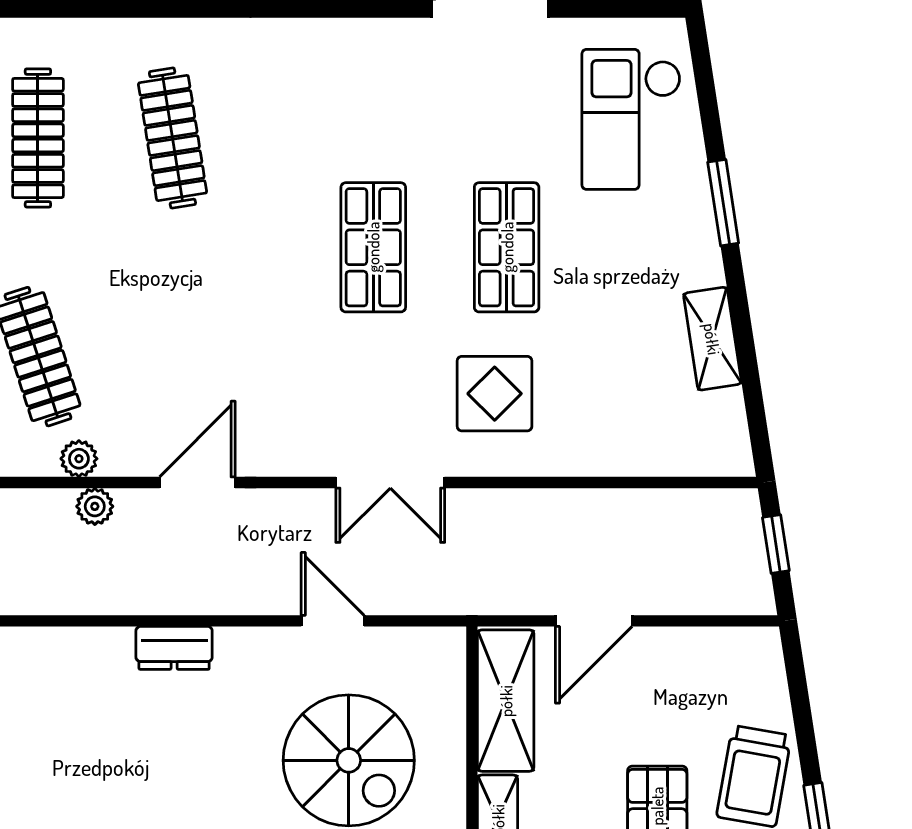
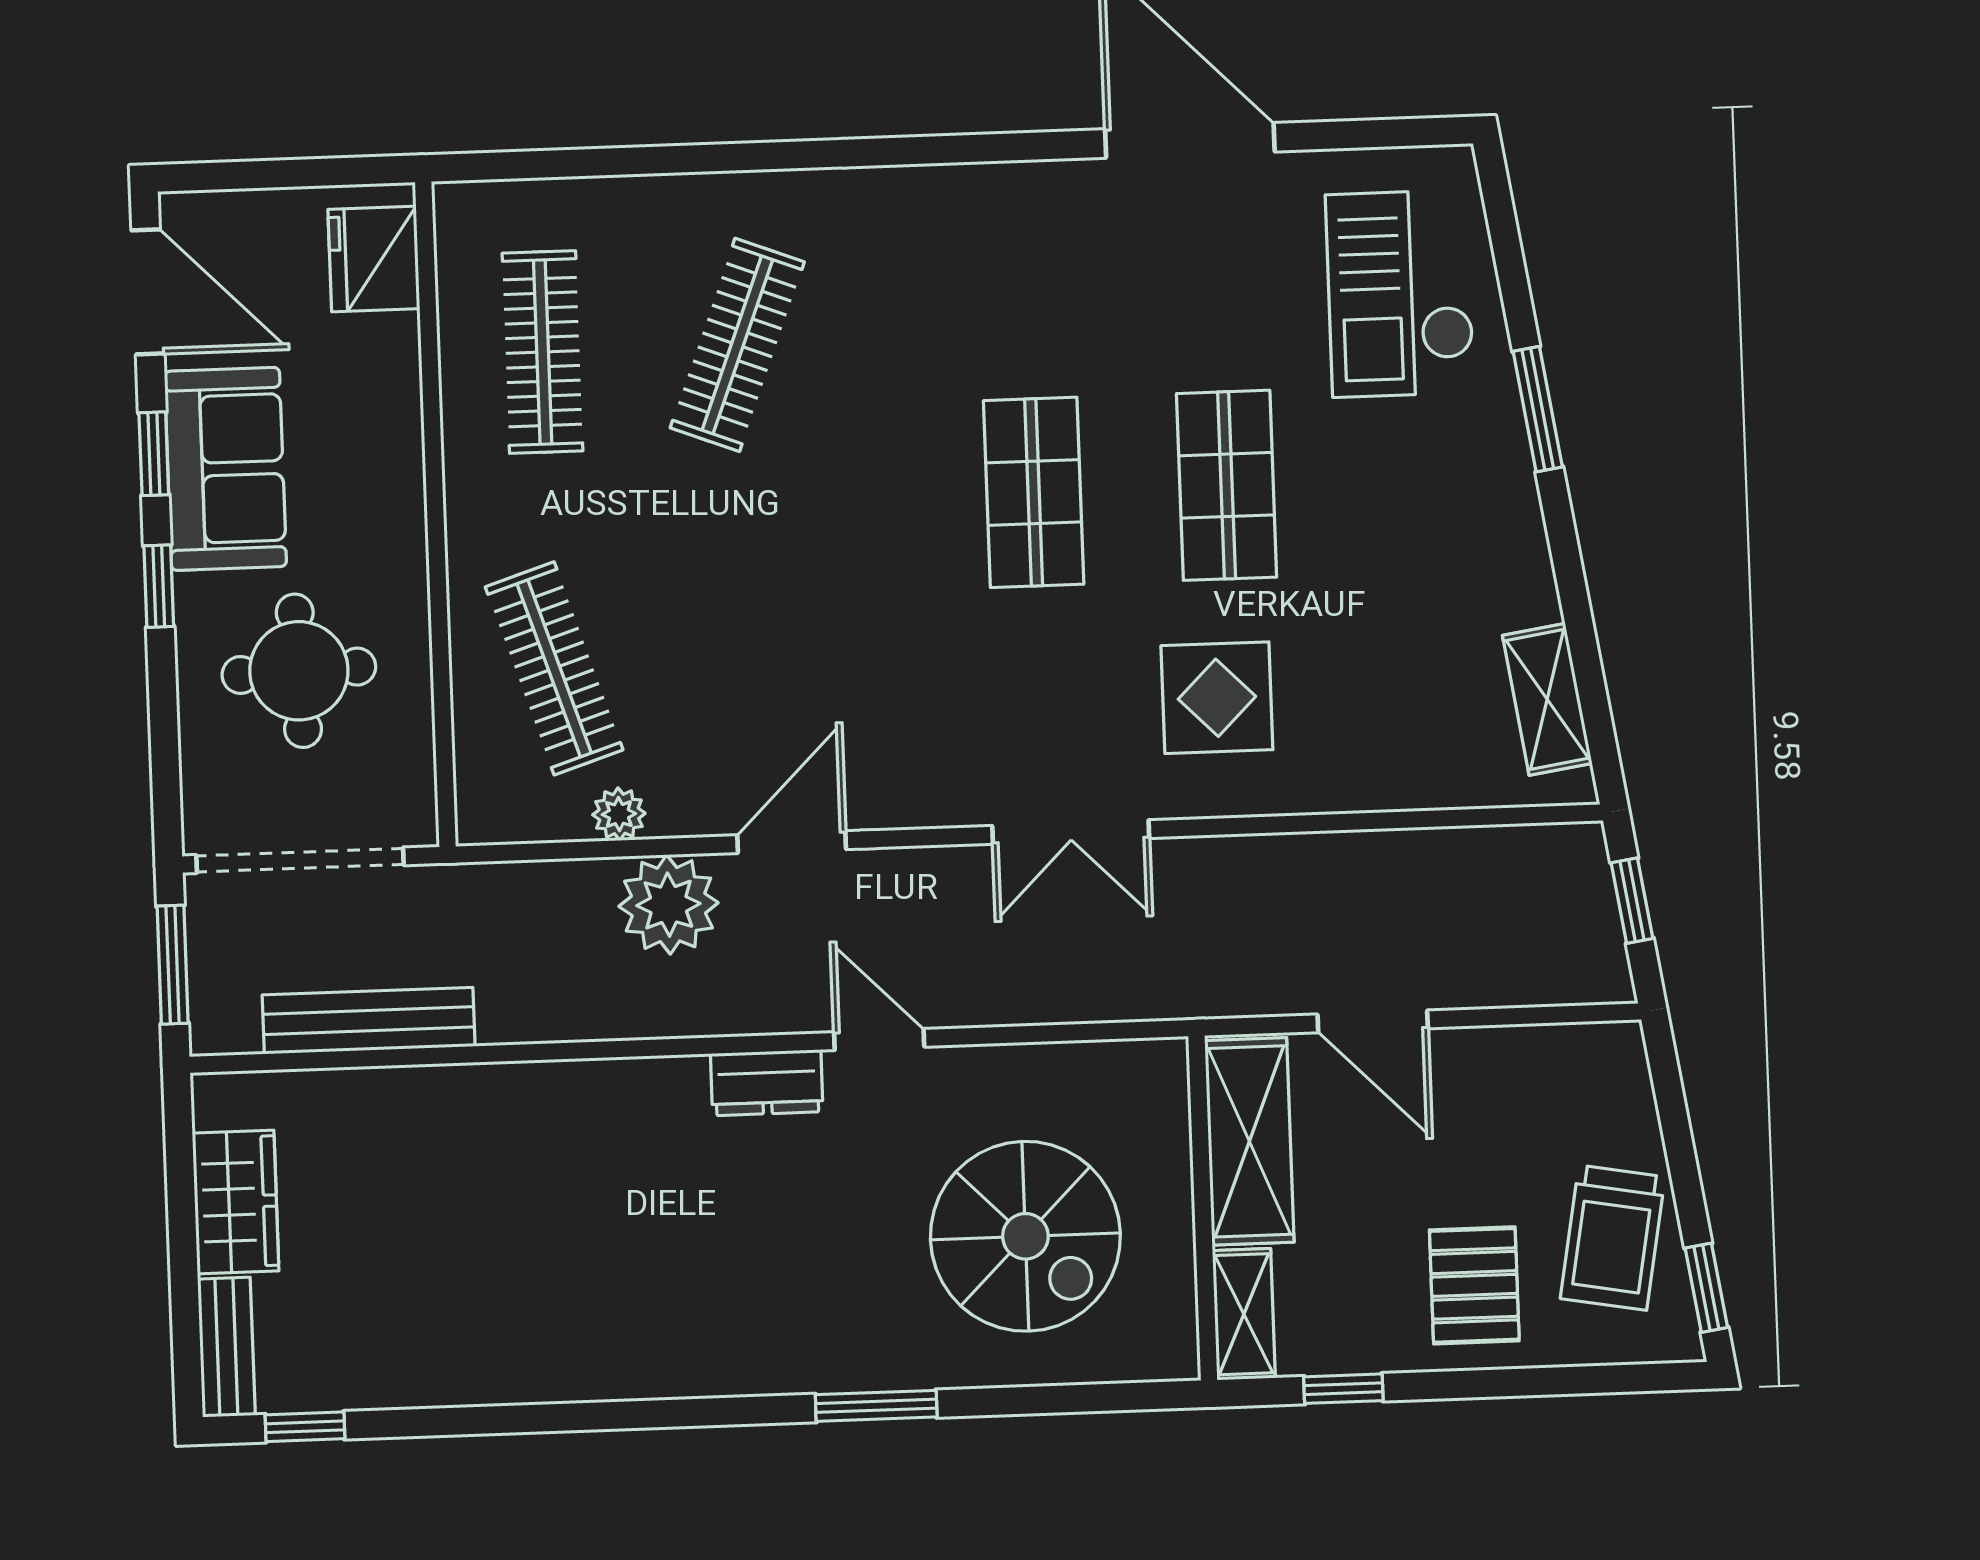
clothes rail: (172, 138) -> (737, 345), turned 30
shelving: (712, 339) -> (1547, 699), moved
plant: (95, 506) -> (668, 905), width x1.88, depth x1.88
door: (333, 621) -> (879, 1039), moved
door: (594, 621) -> (1373, 1021), hinge flipped

